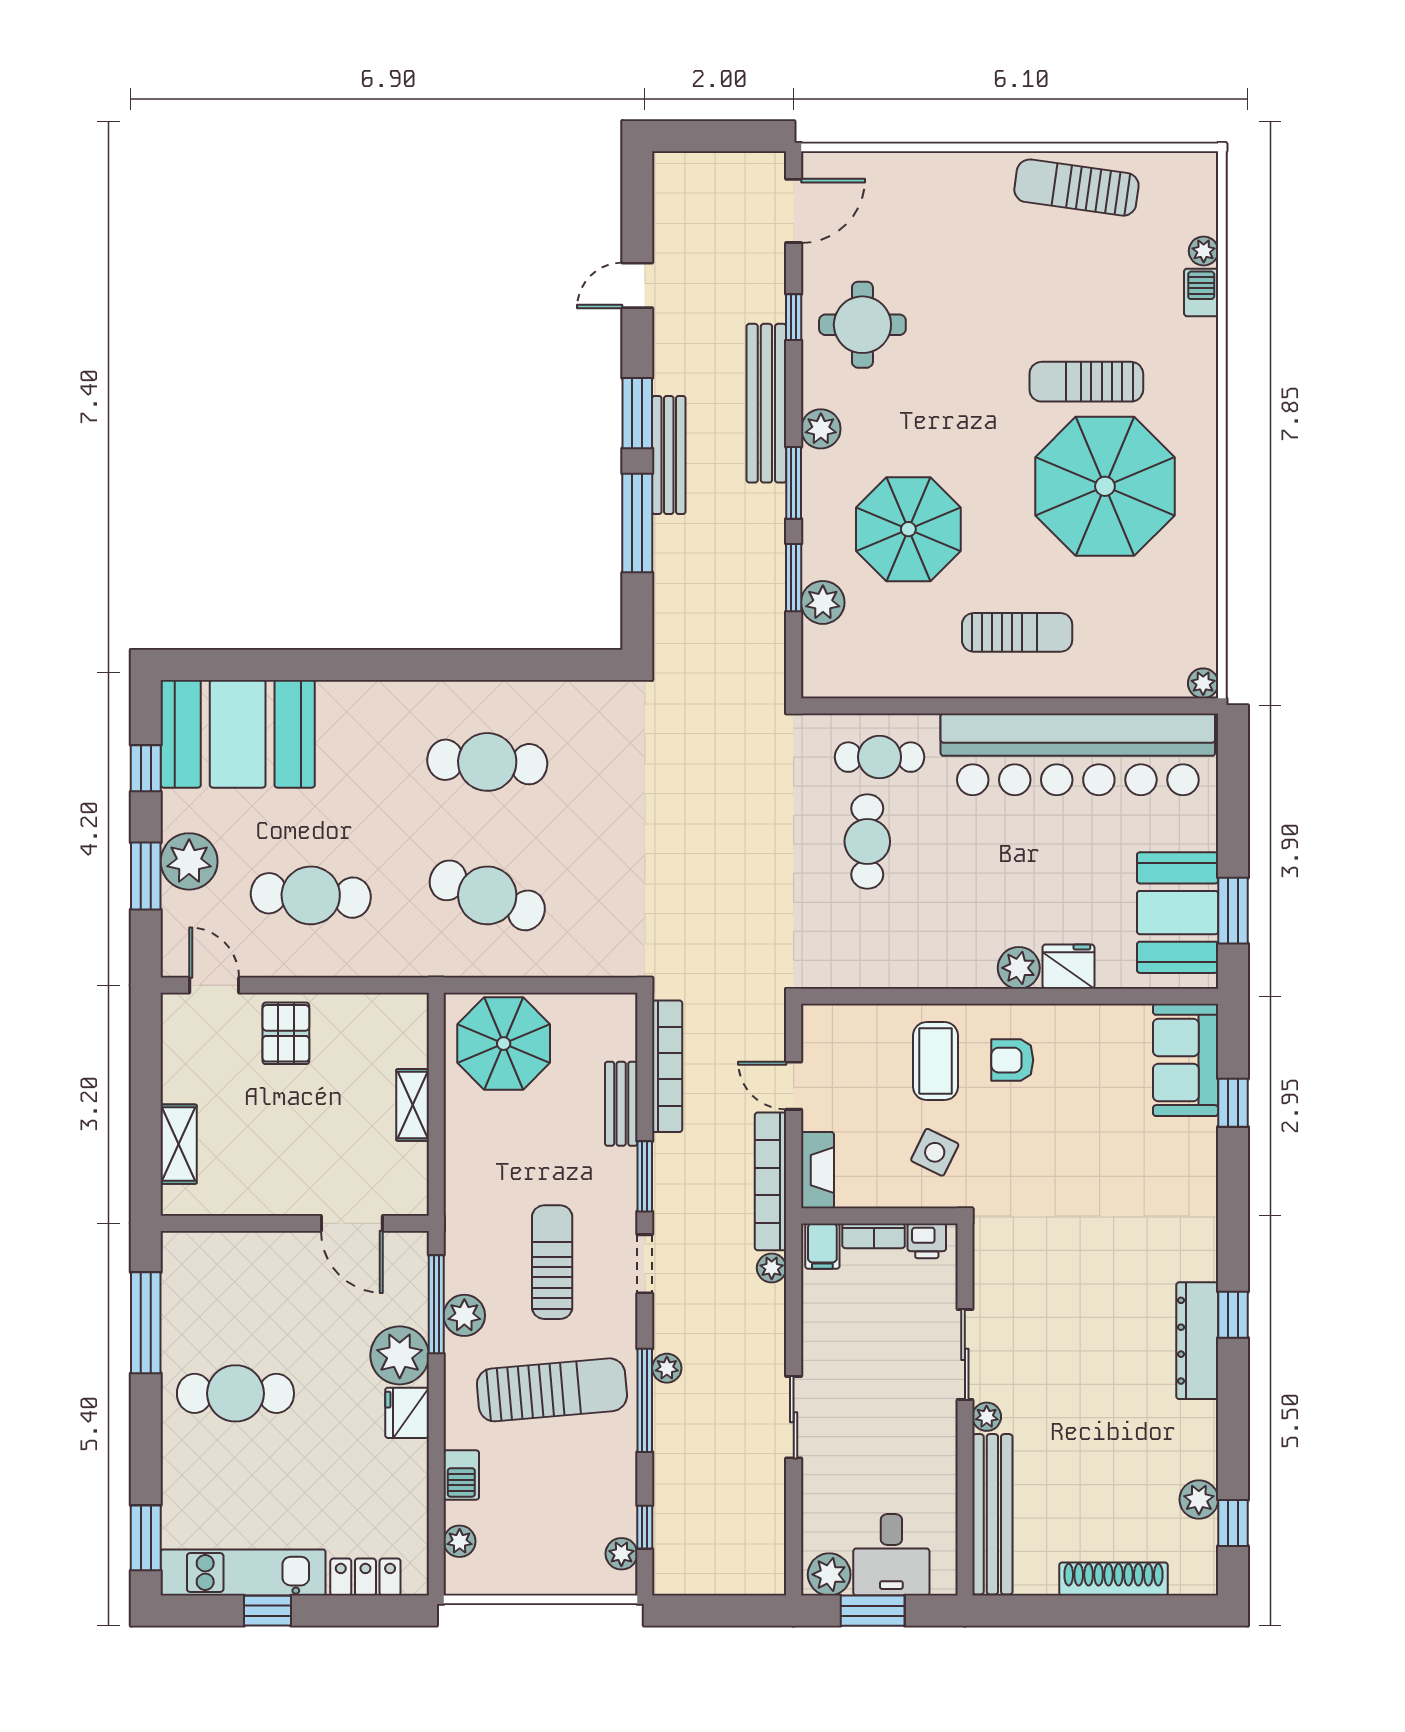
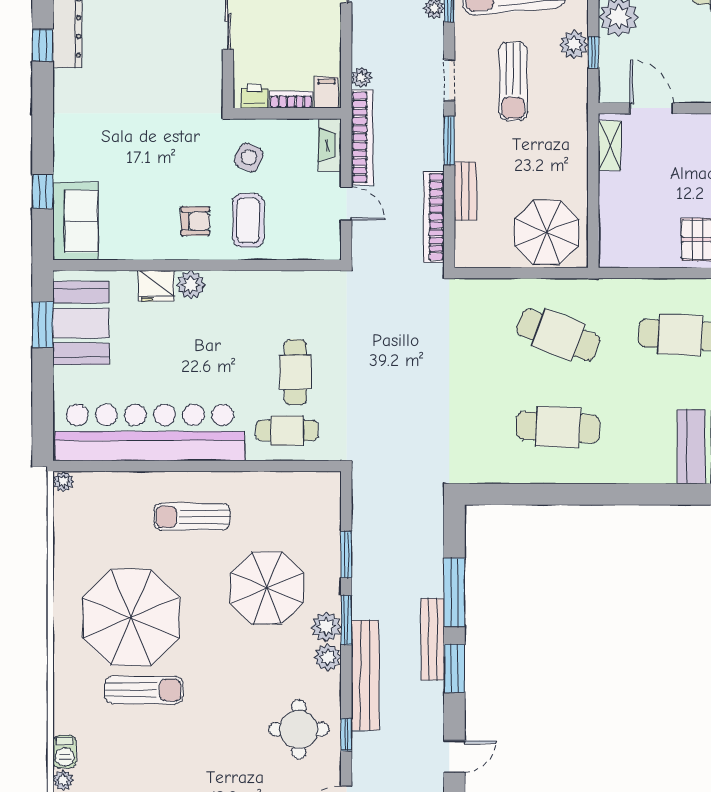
plant: (823, 602) -> (326, 627), moved
shelving: (413, 1105) -> (610, 146), moved
window: (436, 1304) -> (593, 52), width x0.46

